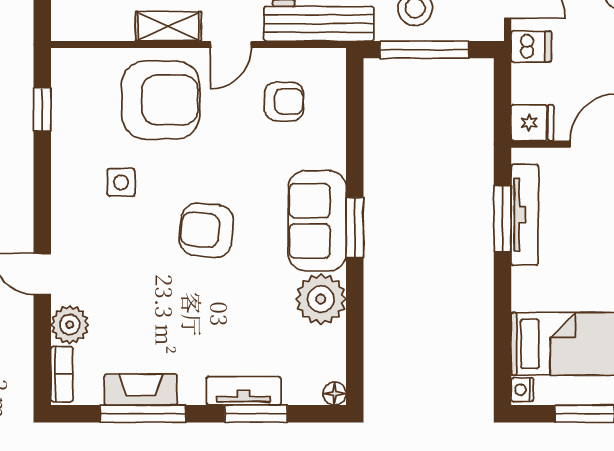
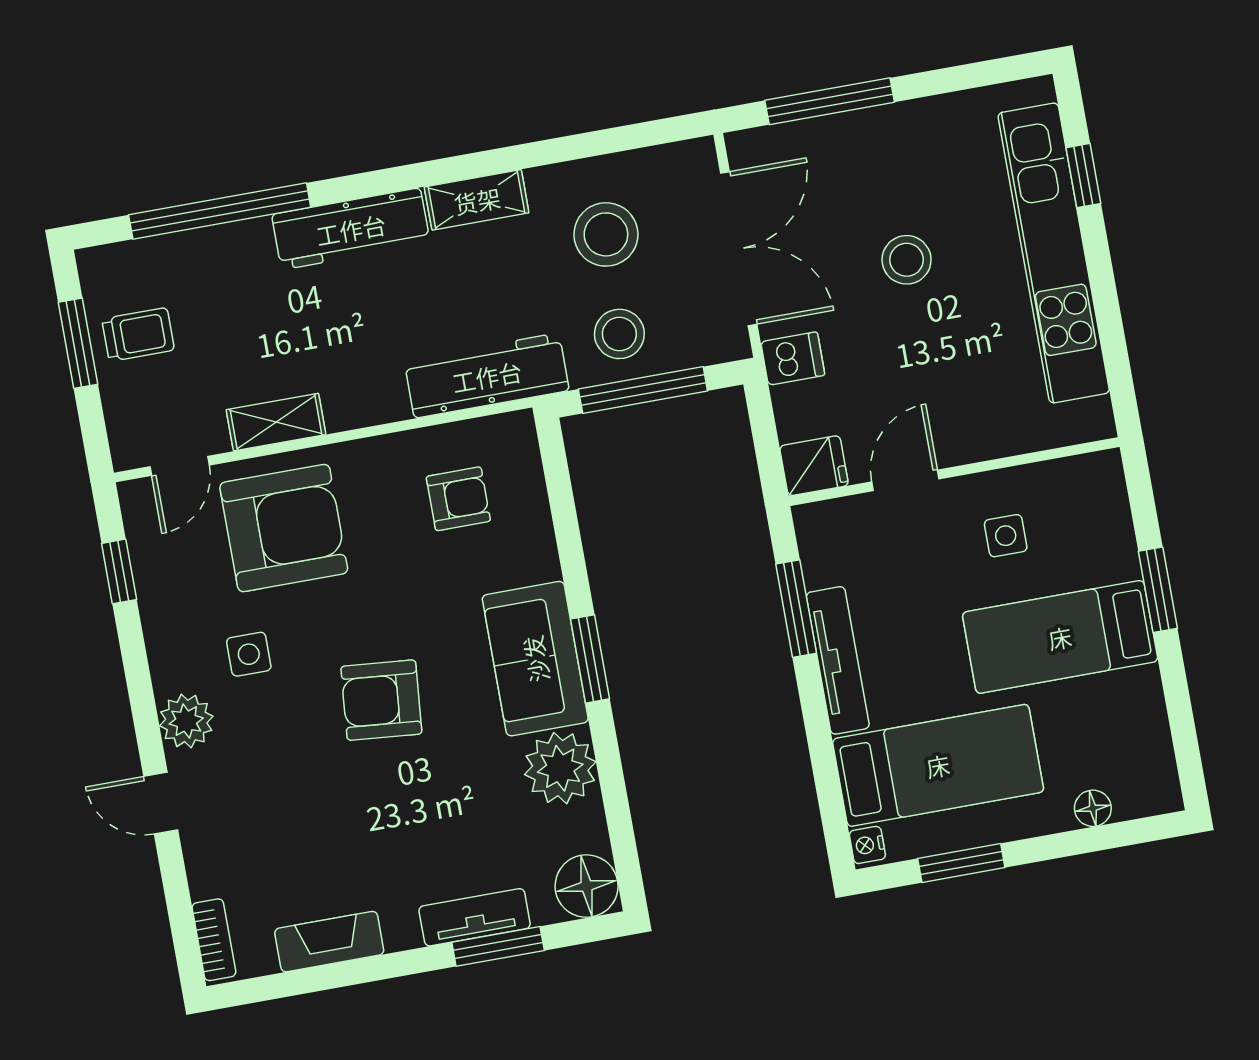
door: (231, 44) -> (180, 466), moved
tv unit: (525, 215) -> (838, 660), moved
plant: (70, 325) -> (186, 721), moved
floor lamp: (335, 394) -> (587, 886), width x1.89, depth x1.89
window: (143, 414) -> (338, 975), removed

